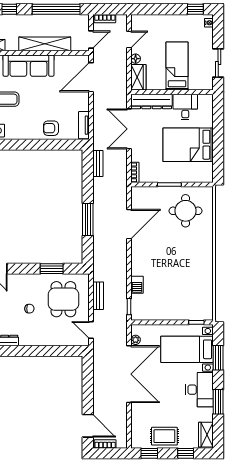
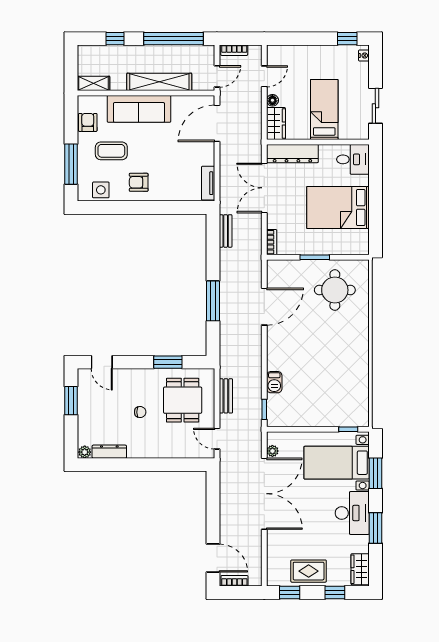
desk: (185, 107) -> (353, 159), moved, turned 90
armchair: (51, 128) -> (139, 182), moved

